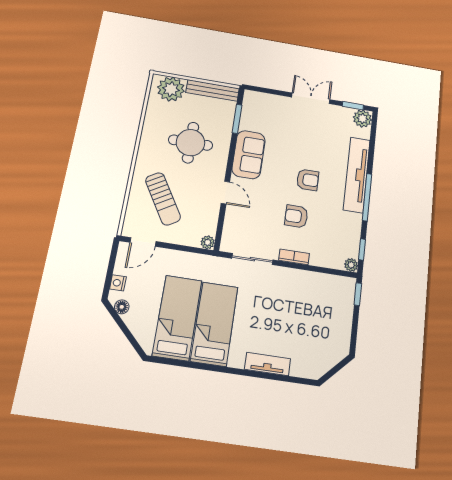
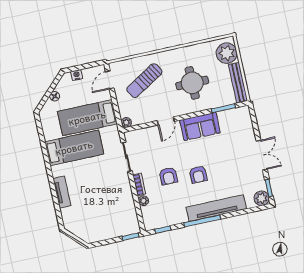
armchair: (296, 216) -> (168, 176), turned 180
door: (143, 242) -> (110, 80), hinge flipped
plant: (351, 265) -> (143, 201), moved
floor lamp: (122, 307) -> (55, 96), moved
bed: (177, 318) -> (87, 118), moved, turned 180

